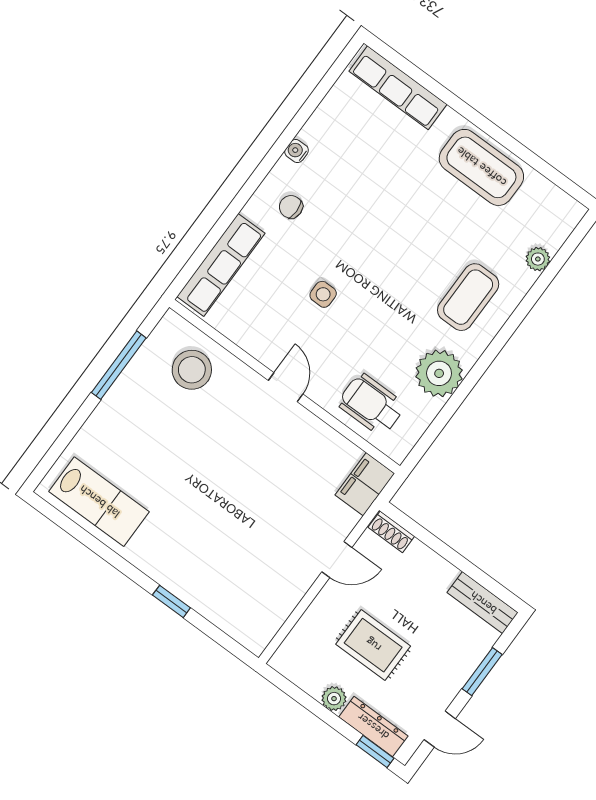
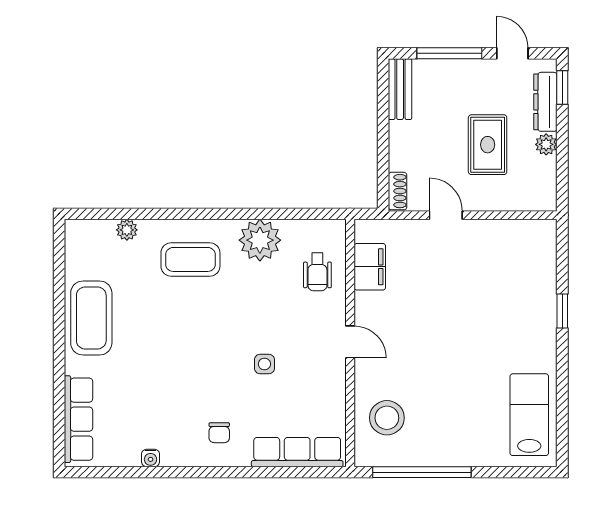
water cooler: (297, 151) -> (151, 458), moved
window: (119, 365) -> (422, 472), width x1.46
door: (286, 387) -> (350, 342), swing flipped
wheelchair: (371, 405) -> (317, 272), width x0.73, depth x0.73
filing cabinet: (365, 484) -> (370, 267), moved, turned -90
window: (482, 672) -> (449, 53), width x1.44

